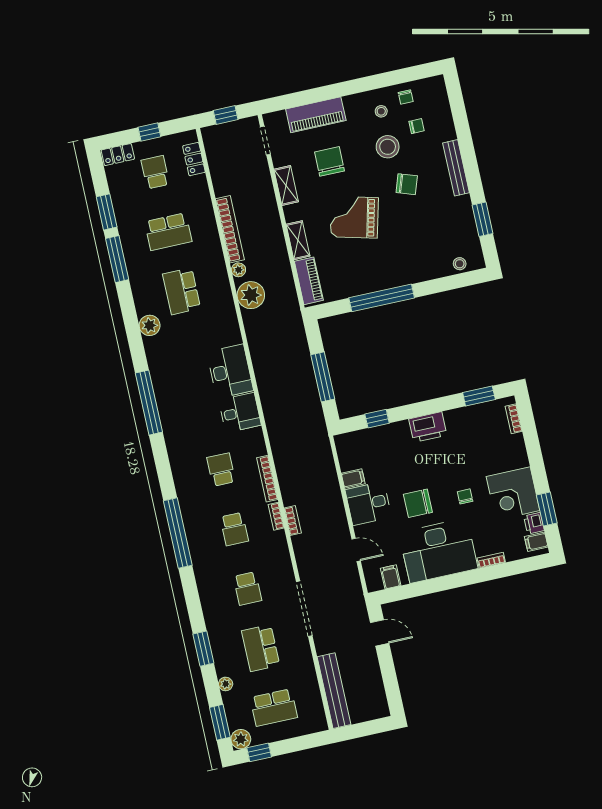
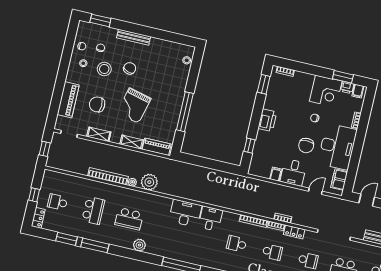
locker: (194, 159) -> (294, 232), moved
window: (483, 219) -> (100, 20), moved
window: (323, 377) -> (213, 164), removed
filing cabinet: (391, 577) -> (339, 180), width x2.00

